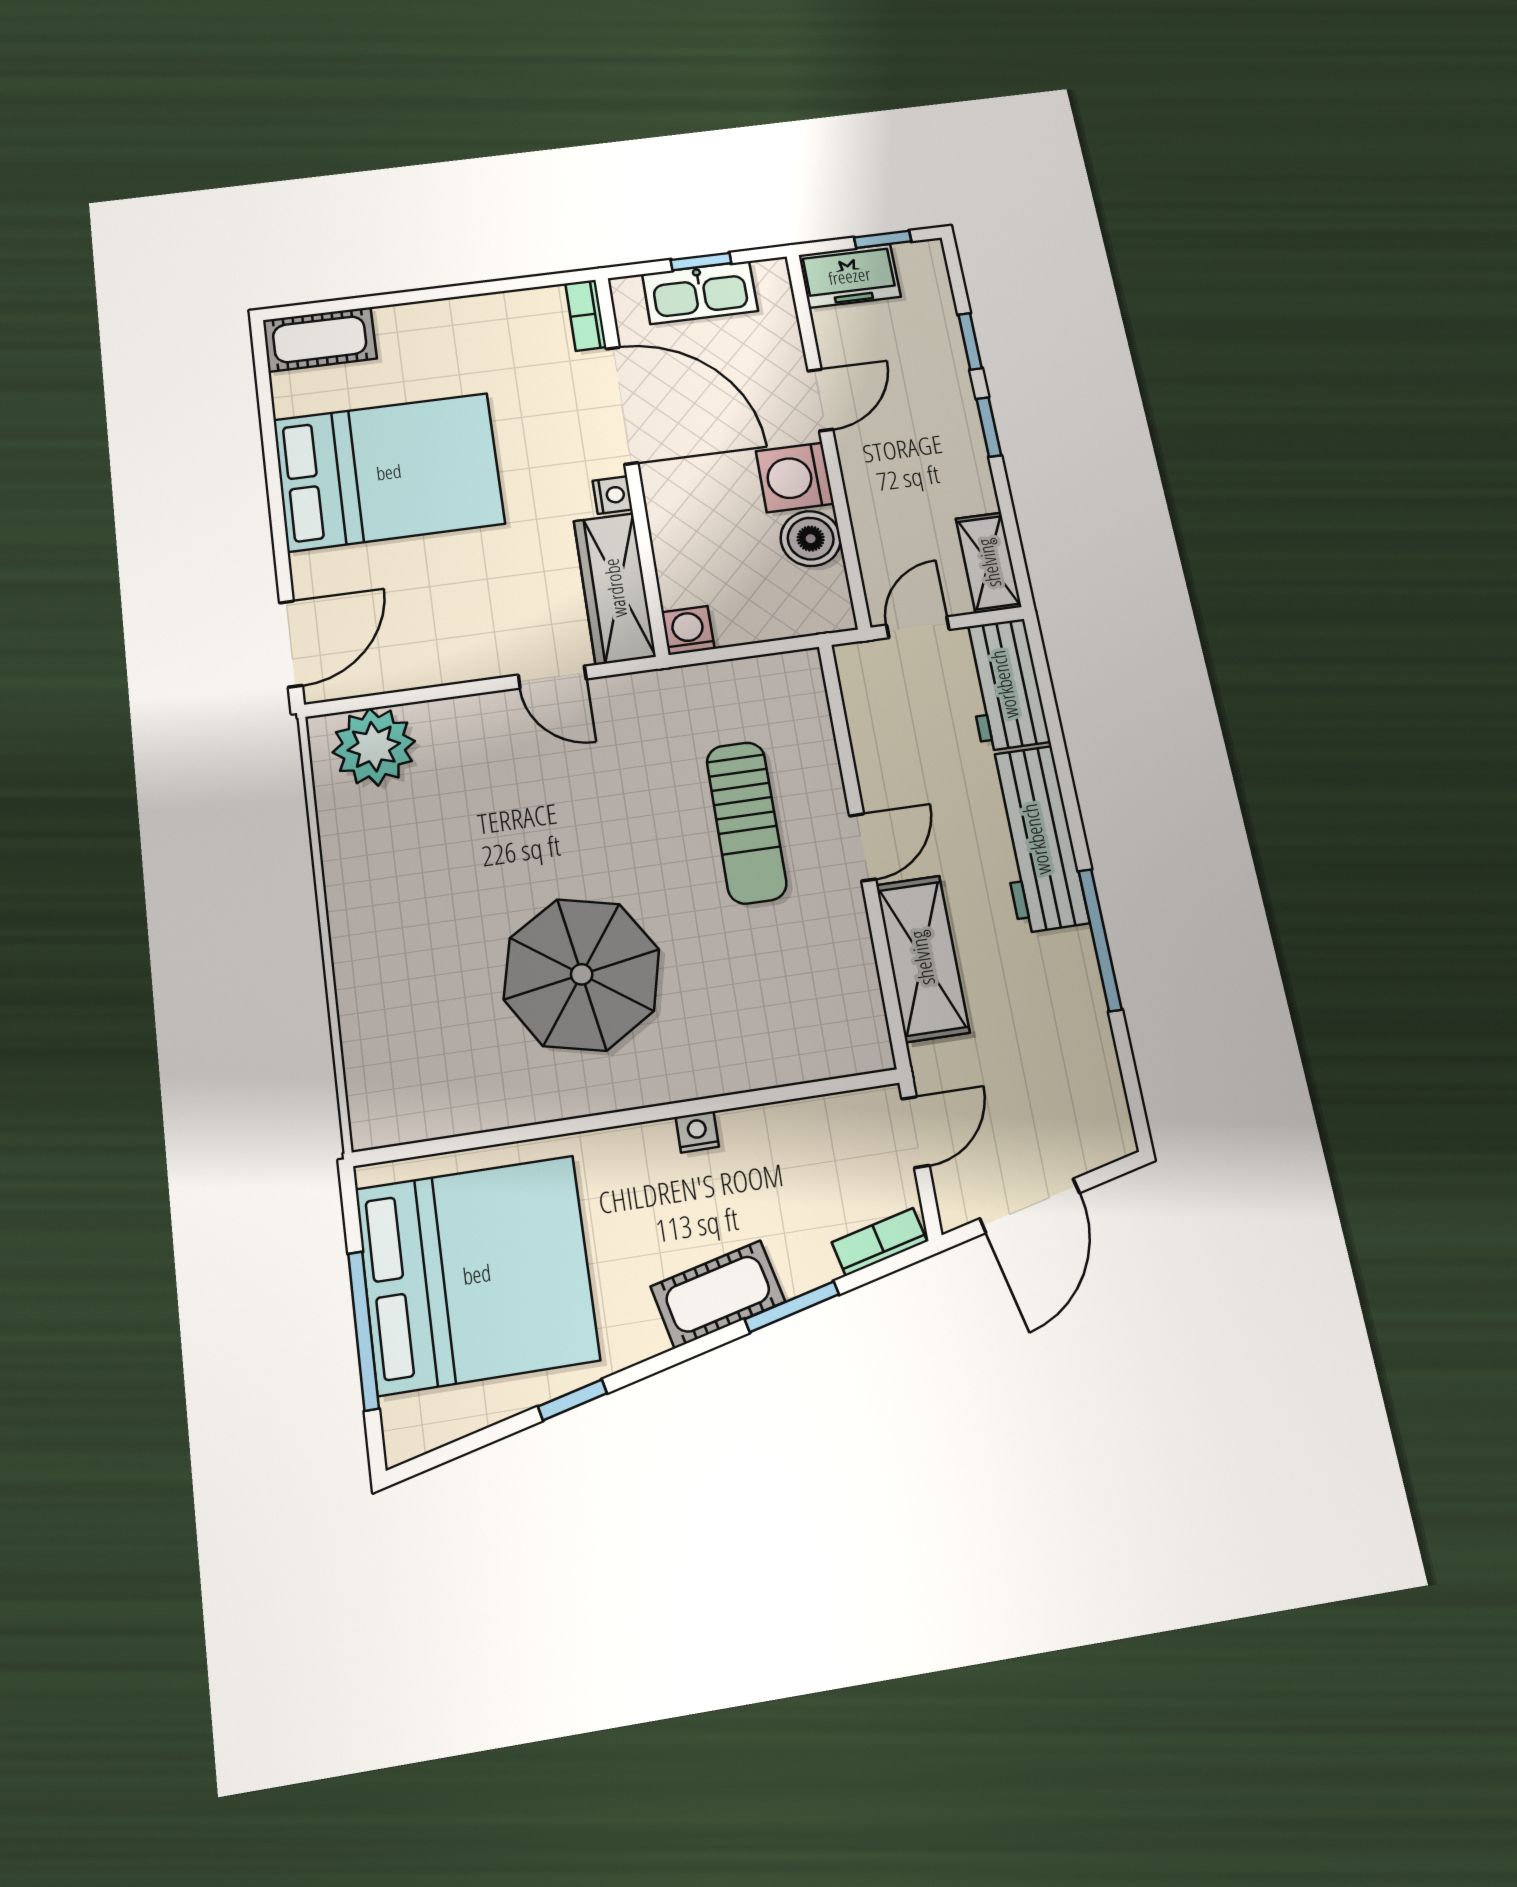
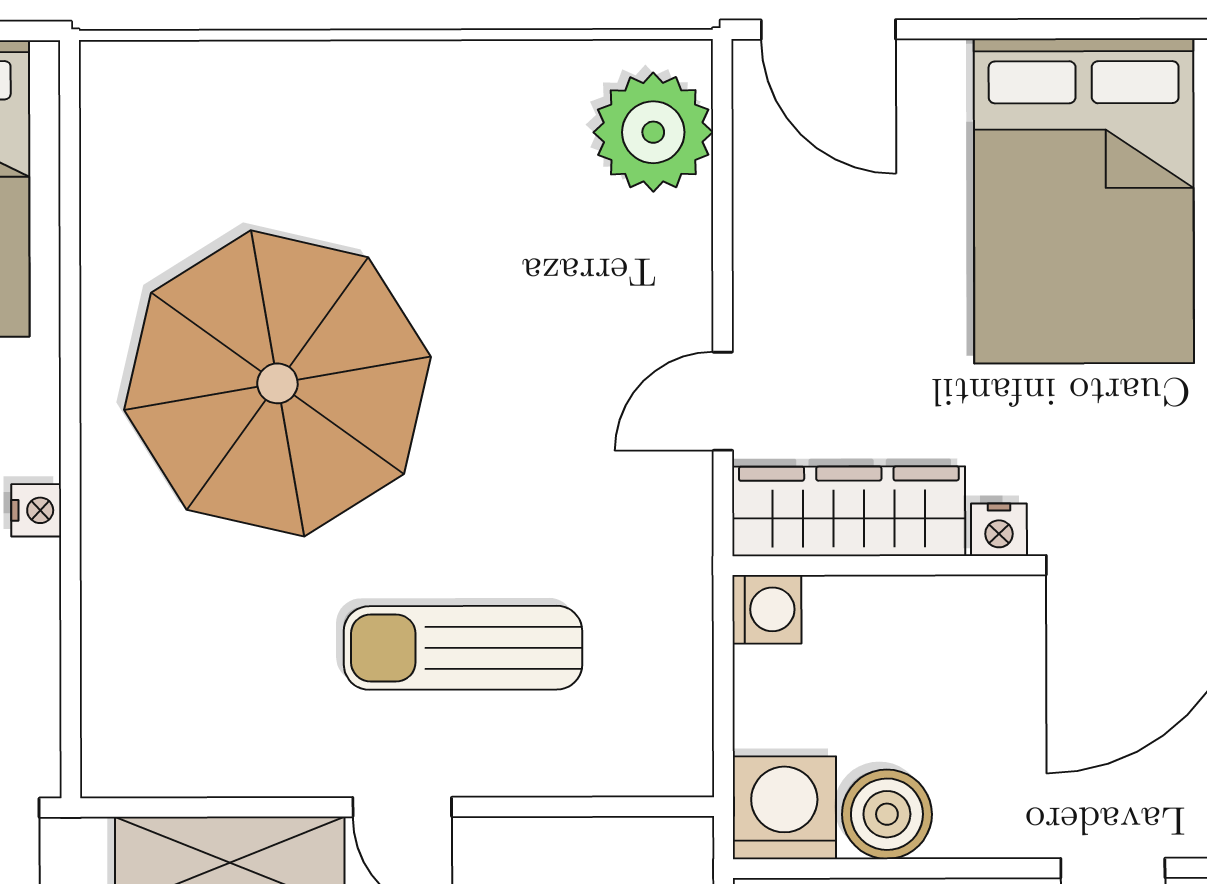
washing machine: (795, 477) -> (784, 808), moved
parasol: (582, 974) -> (277, 383), width x1.36, depth x1.36

